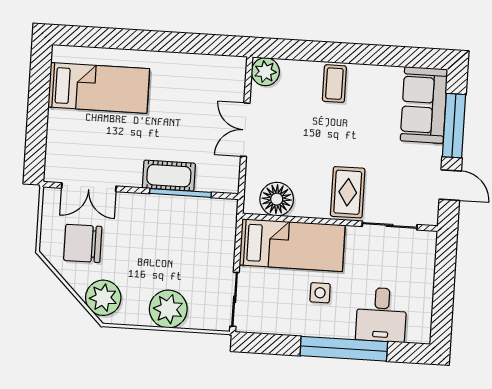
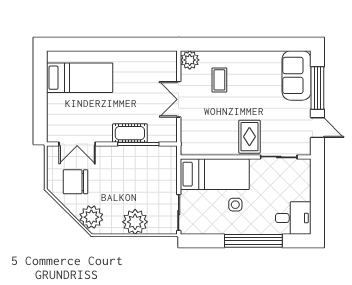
coffee table: (334, 84) -> (219, 80), moved
floor lamp: (277, 199) -> (203, 144), removed
desk: (381, 315) -> (293, 218), moved, turned -90

